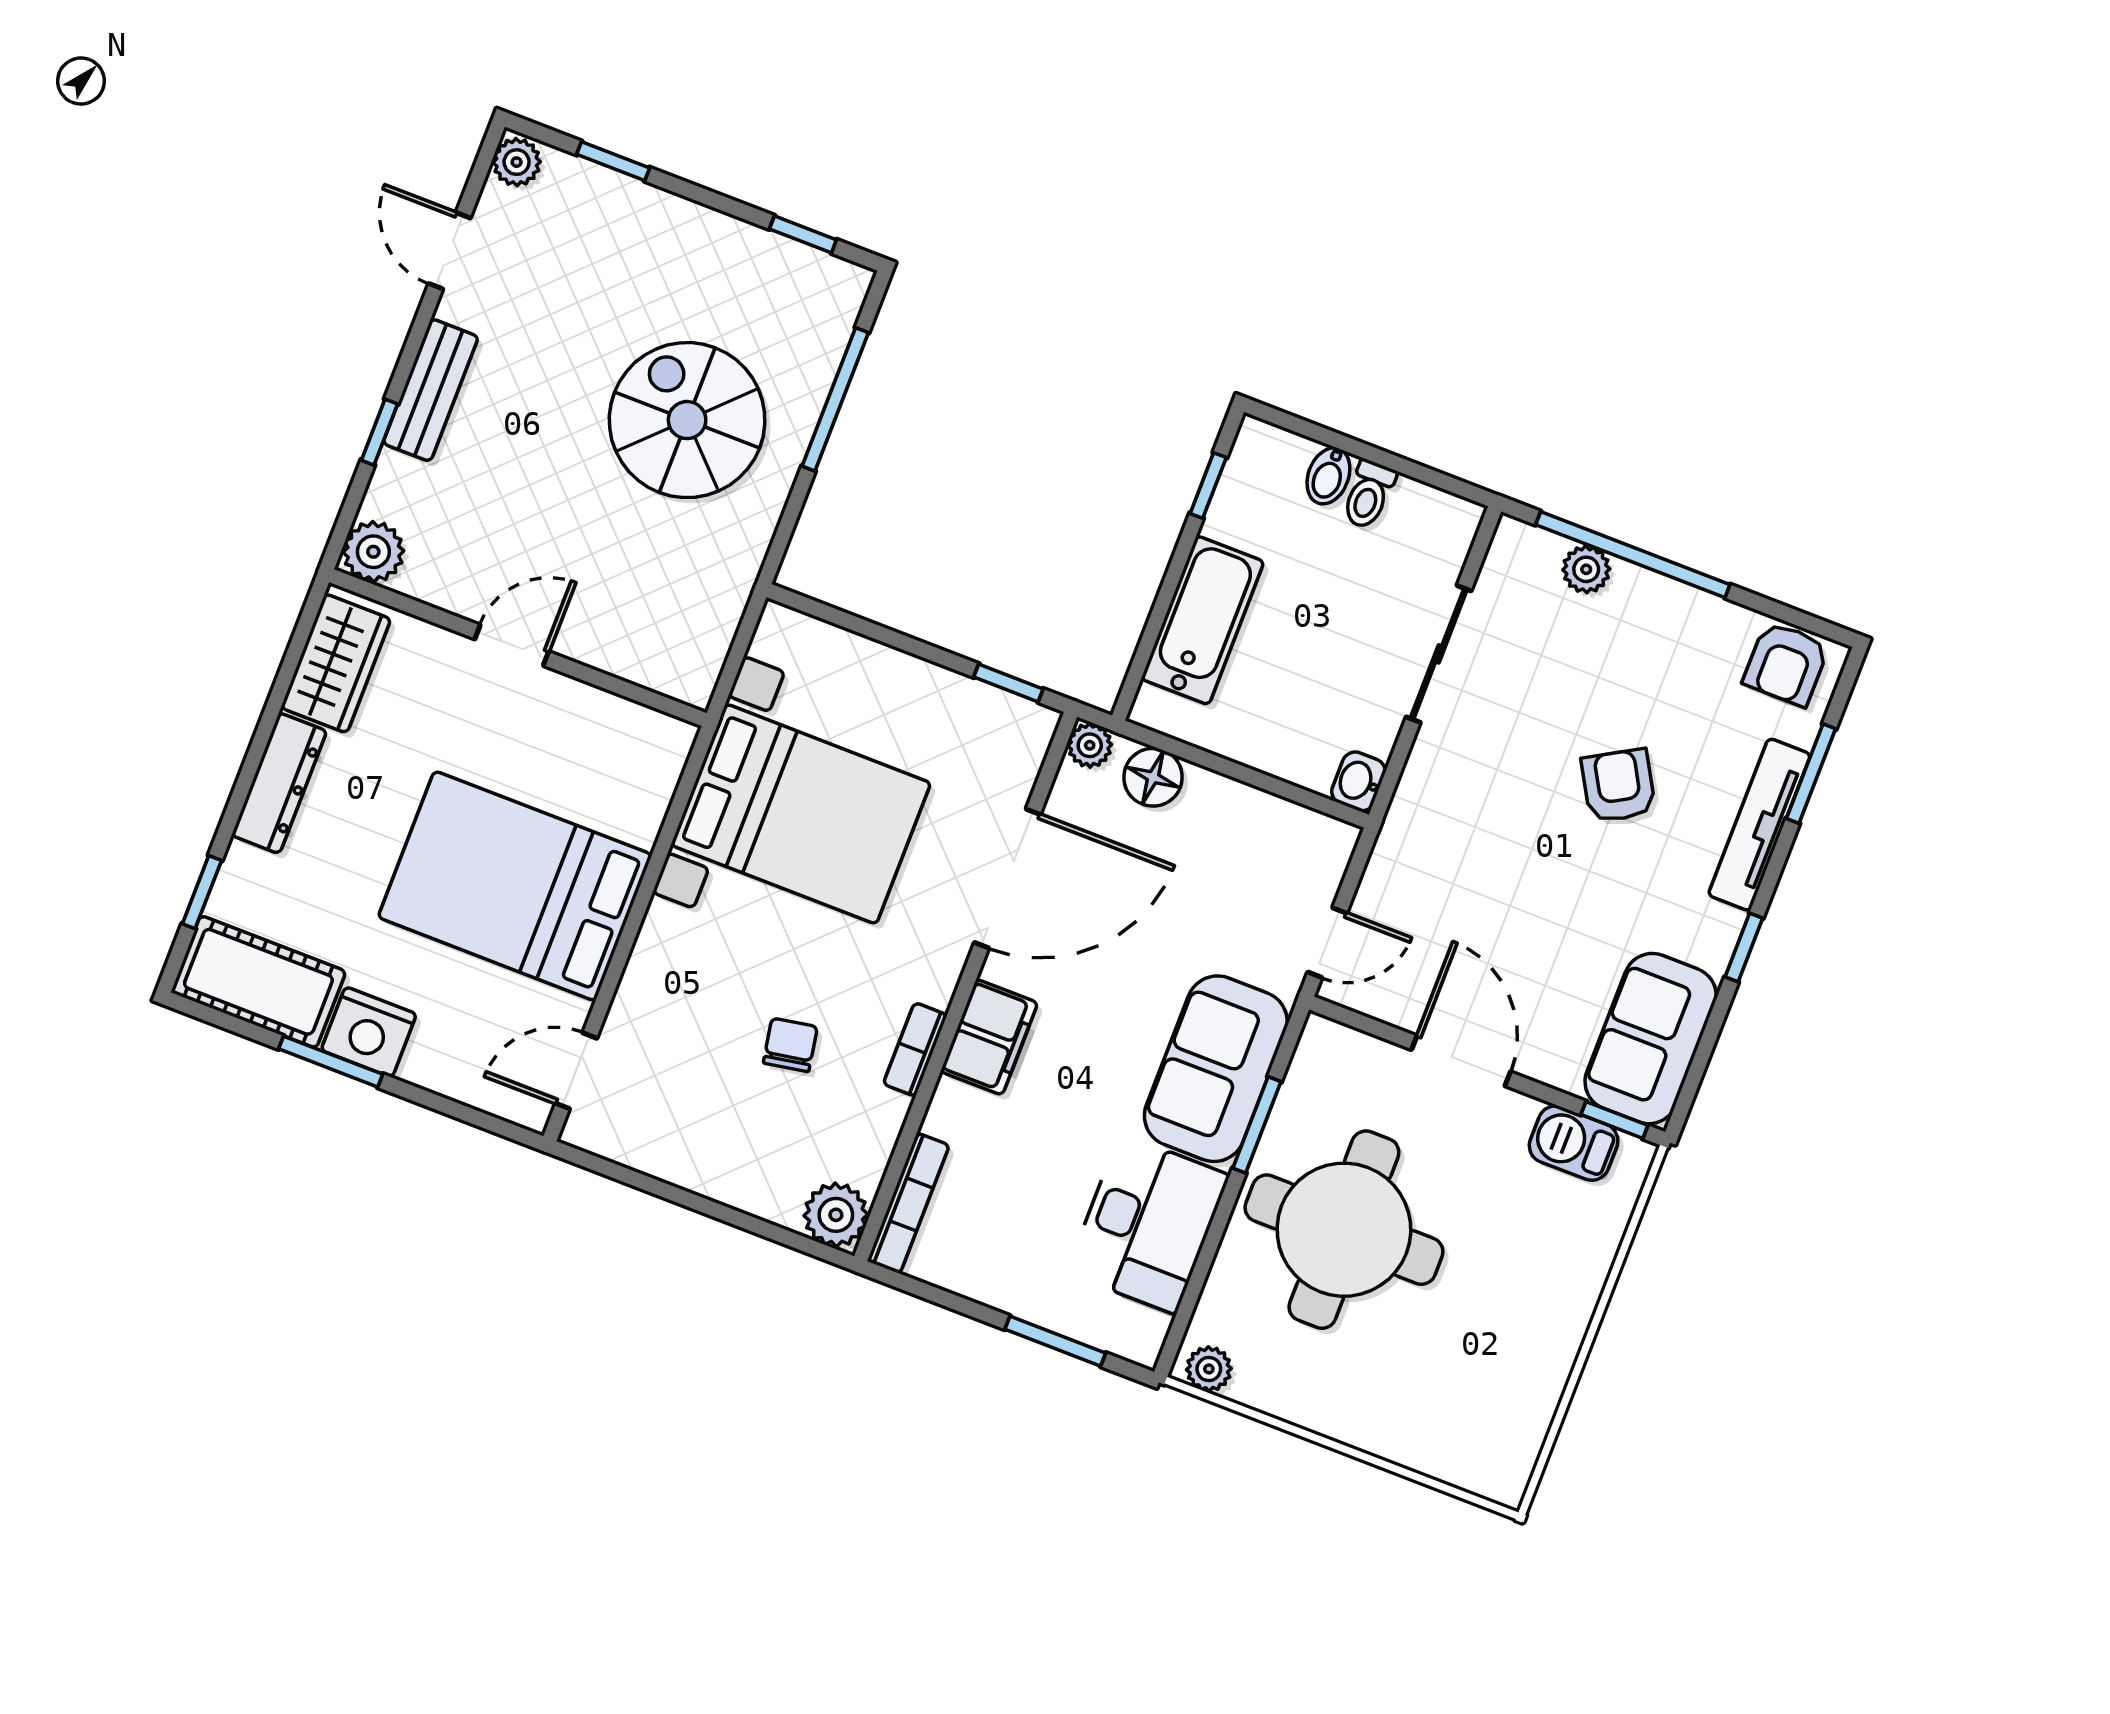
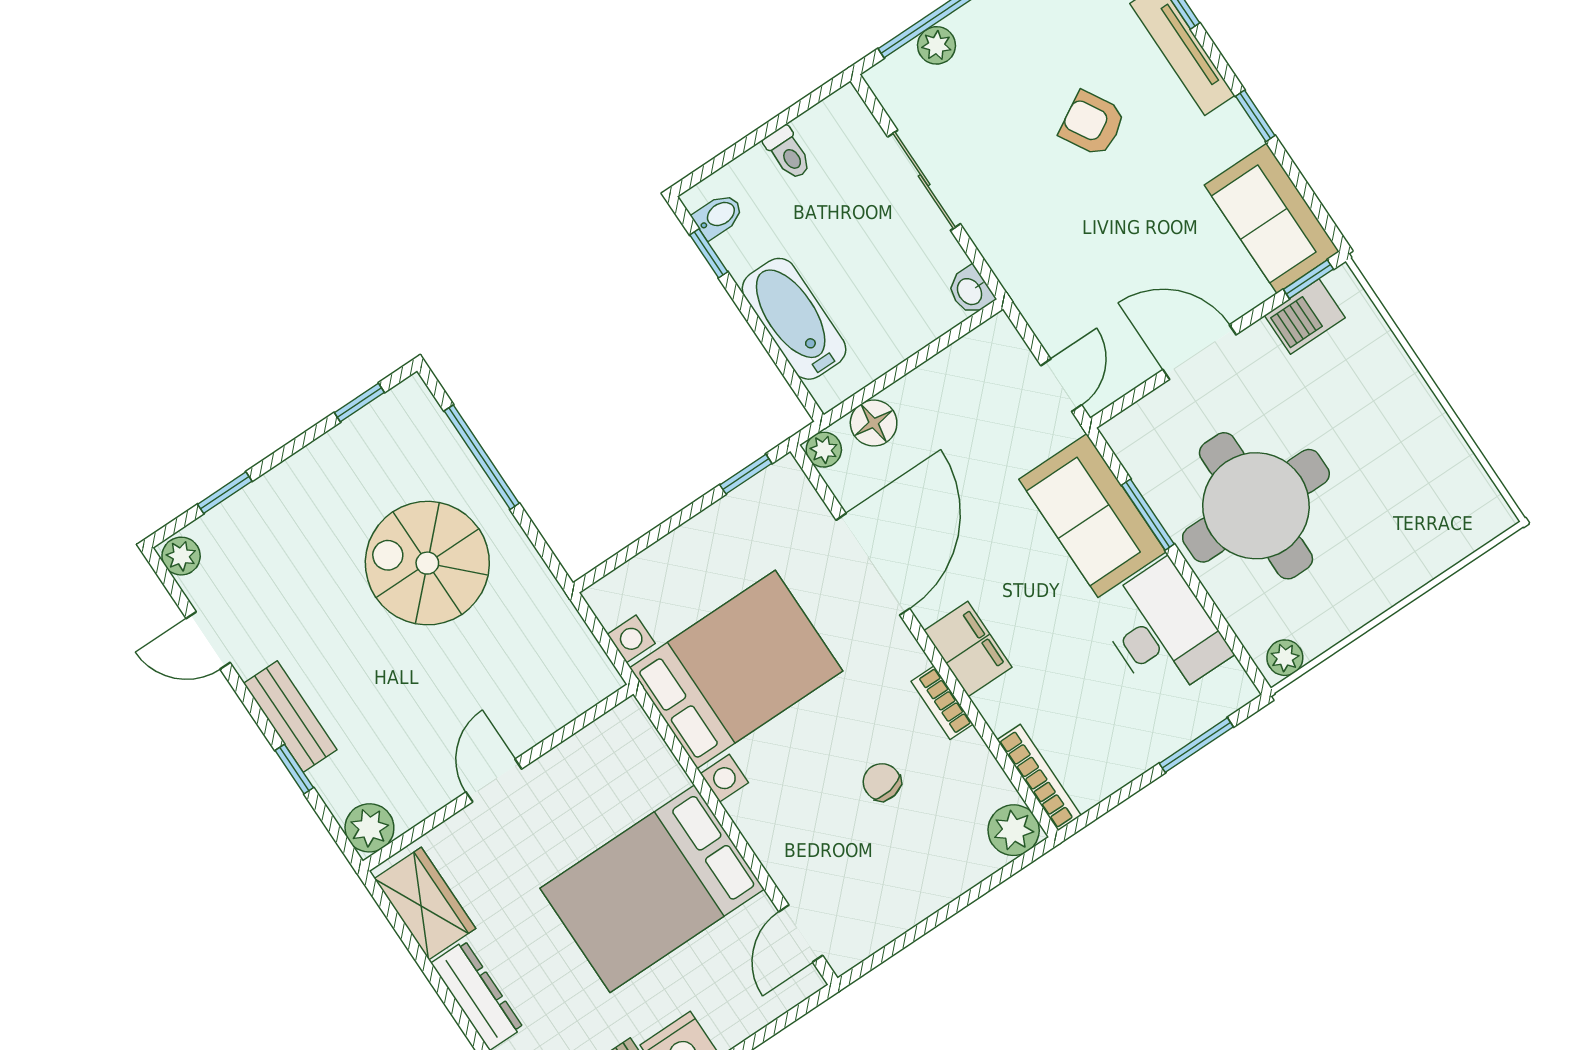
bidet: (1328, 476) -> (718, 216), moved, turned -90

